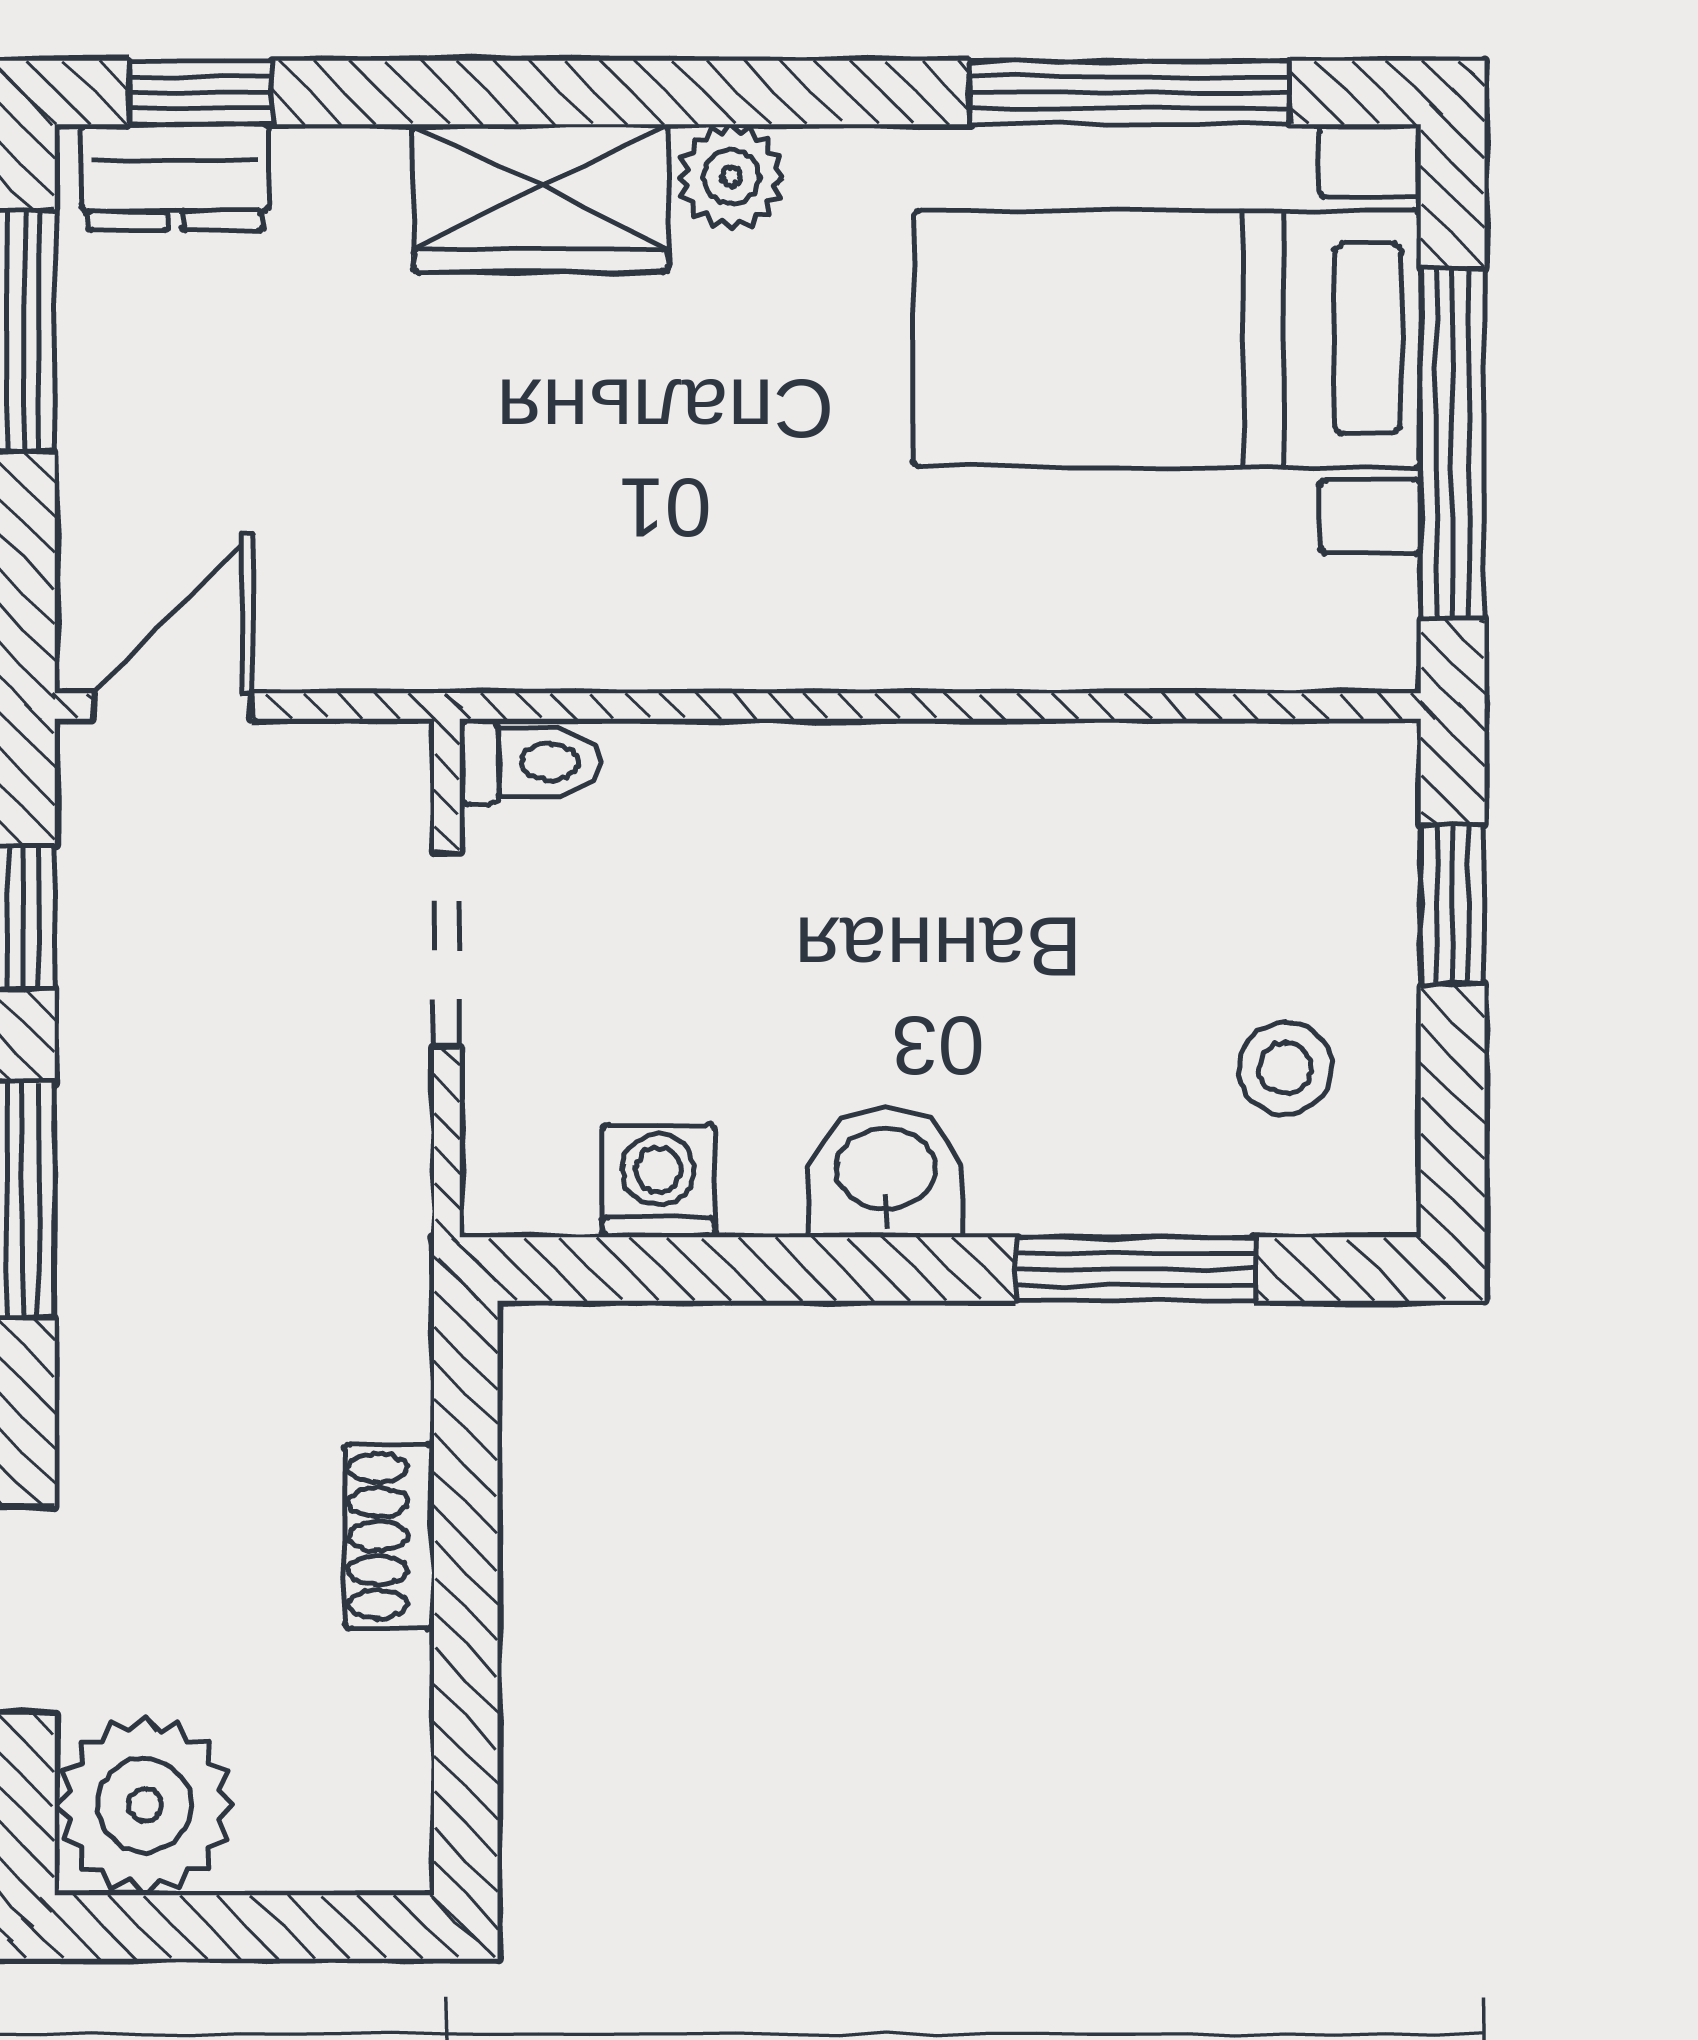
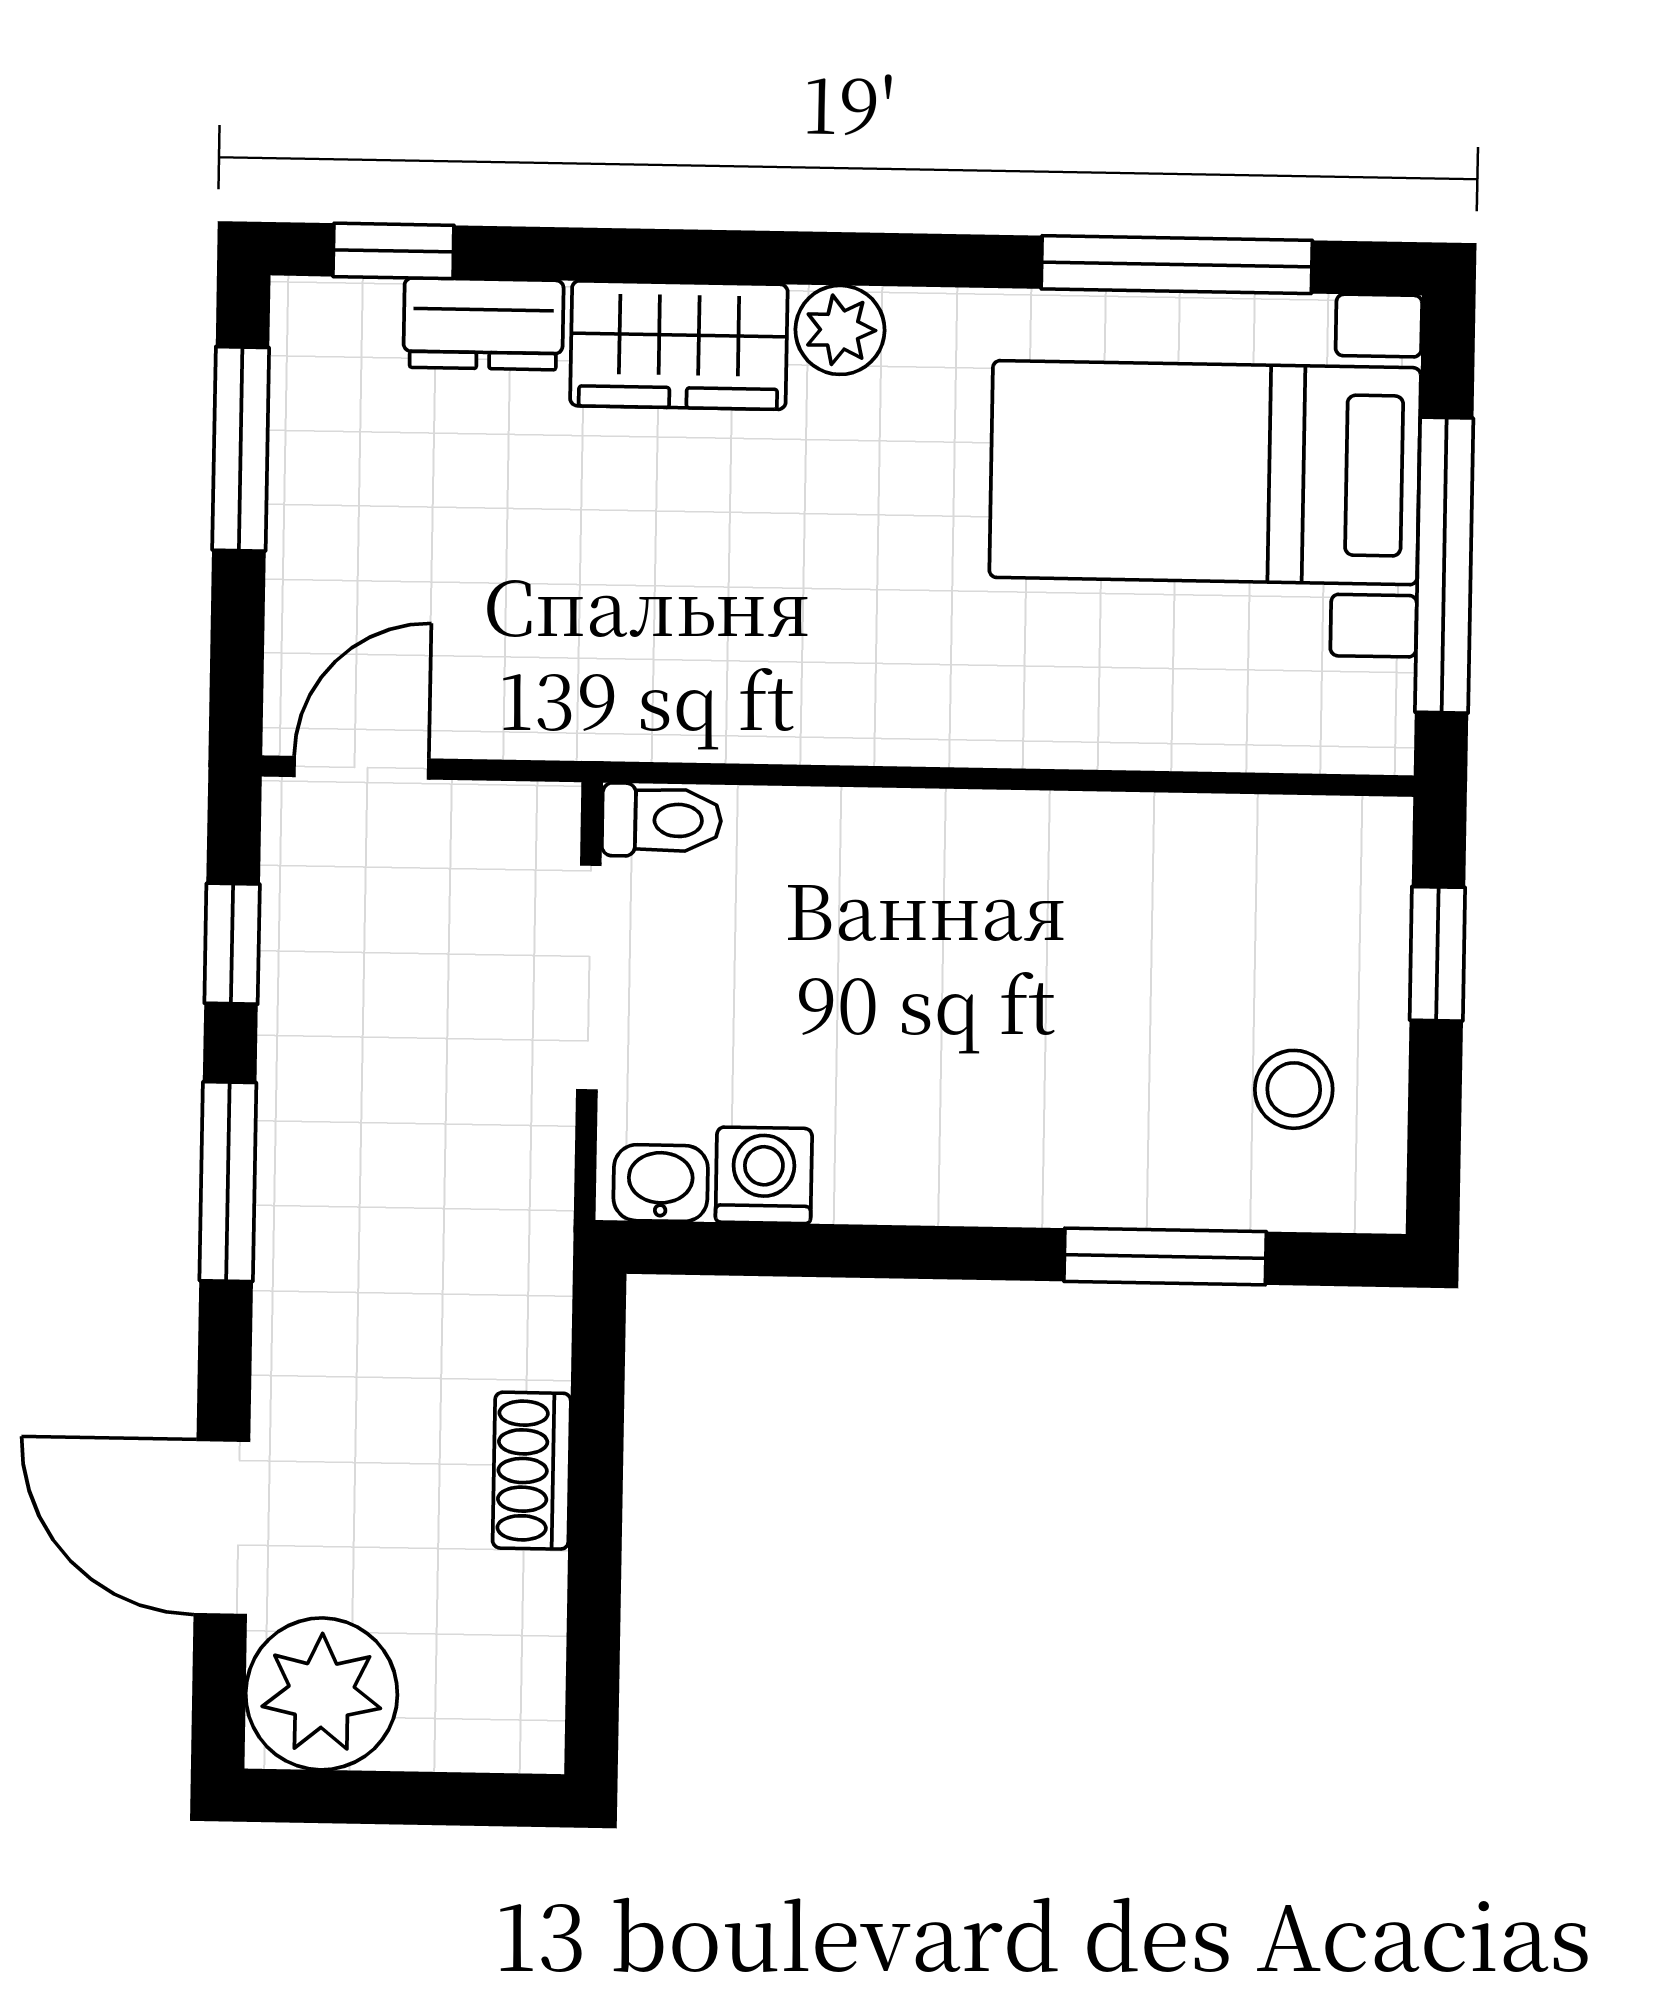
dresser: (175, 177) -> (483, 324), moved
doorway: (447, 950) -> (589, 978), width x1.38
washbasin: (886, 1172) -> (661, 1183), moved, width x0.72, depth x0.69

